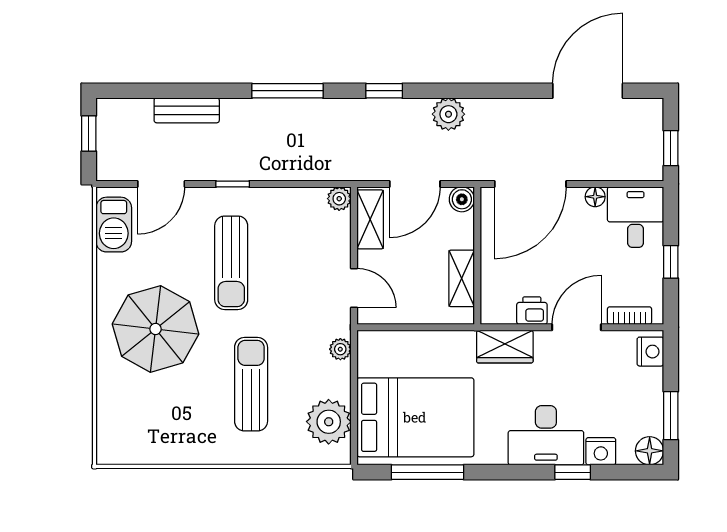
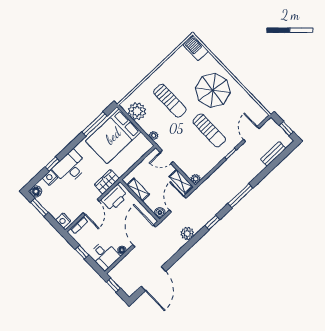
bench: (187, 110) -> (273, 154), moved
barbecue: (114, 225) -> (196, 48), moved
sun lounger: (231, 263) -> (209, 130), turned 180
printer: (532, 311) -> (114, 198), width x1.87, depth x1.48

